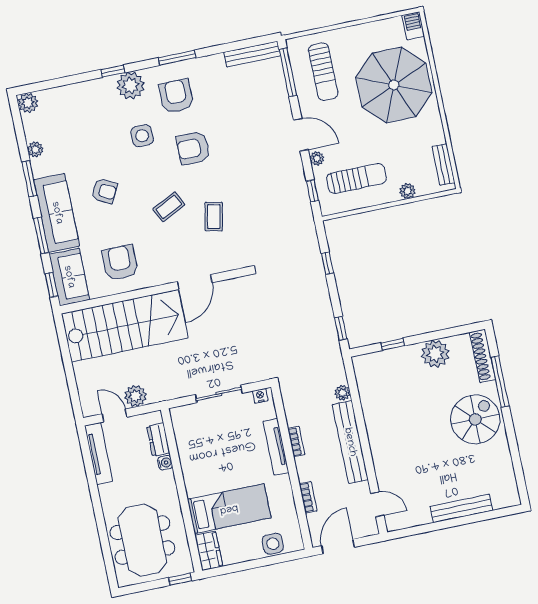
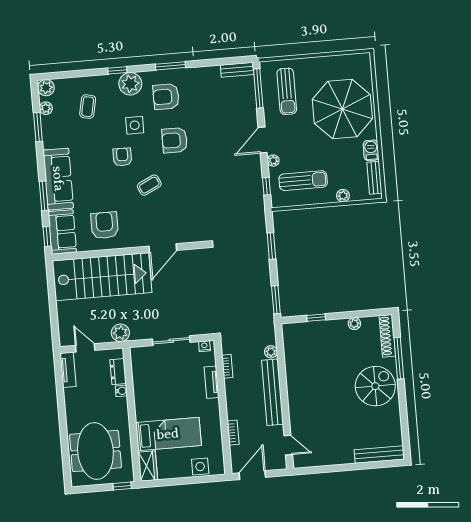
barbecue: (413, 26) -> (371, 150), moved
bench: (252, 54) -> (237, 70), width x0.73
armchair: (176, 96) -> (166, 97), turned -90
door: (301, 135) -> (263, 140), swing flipped
plant: (35, 149) -> (46, 108), moved
window: (29, 179) -> (38, 127), moved
armchair: (104, 191) -> (122, 157), moved, turned -117
coffee table: (214, 217) -> (88, 107), moved
window: (327, 263) -> (271, 246), width x1.50
window: (341, 328) -> (276, 300), width x1.50
plant: (435, 354) -> (354, 324), width x0.53, depth x0.53
plant: (135, 396) -> (120, 333), moved
bookcase: (296, 442) -> (227, 366), moved
tv unit: (276, 447) -> (212, 382), width x0.71
tv unit: (99, 453) -> (68, 370), width x0.71
bench: (461, 508) -> (379, 454), moved

